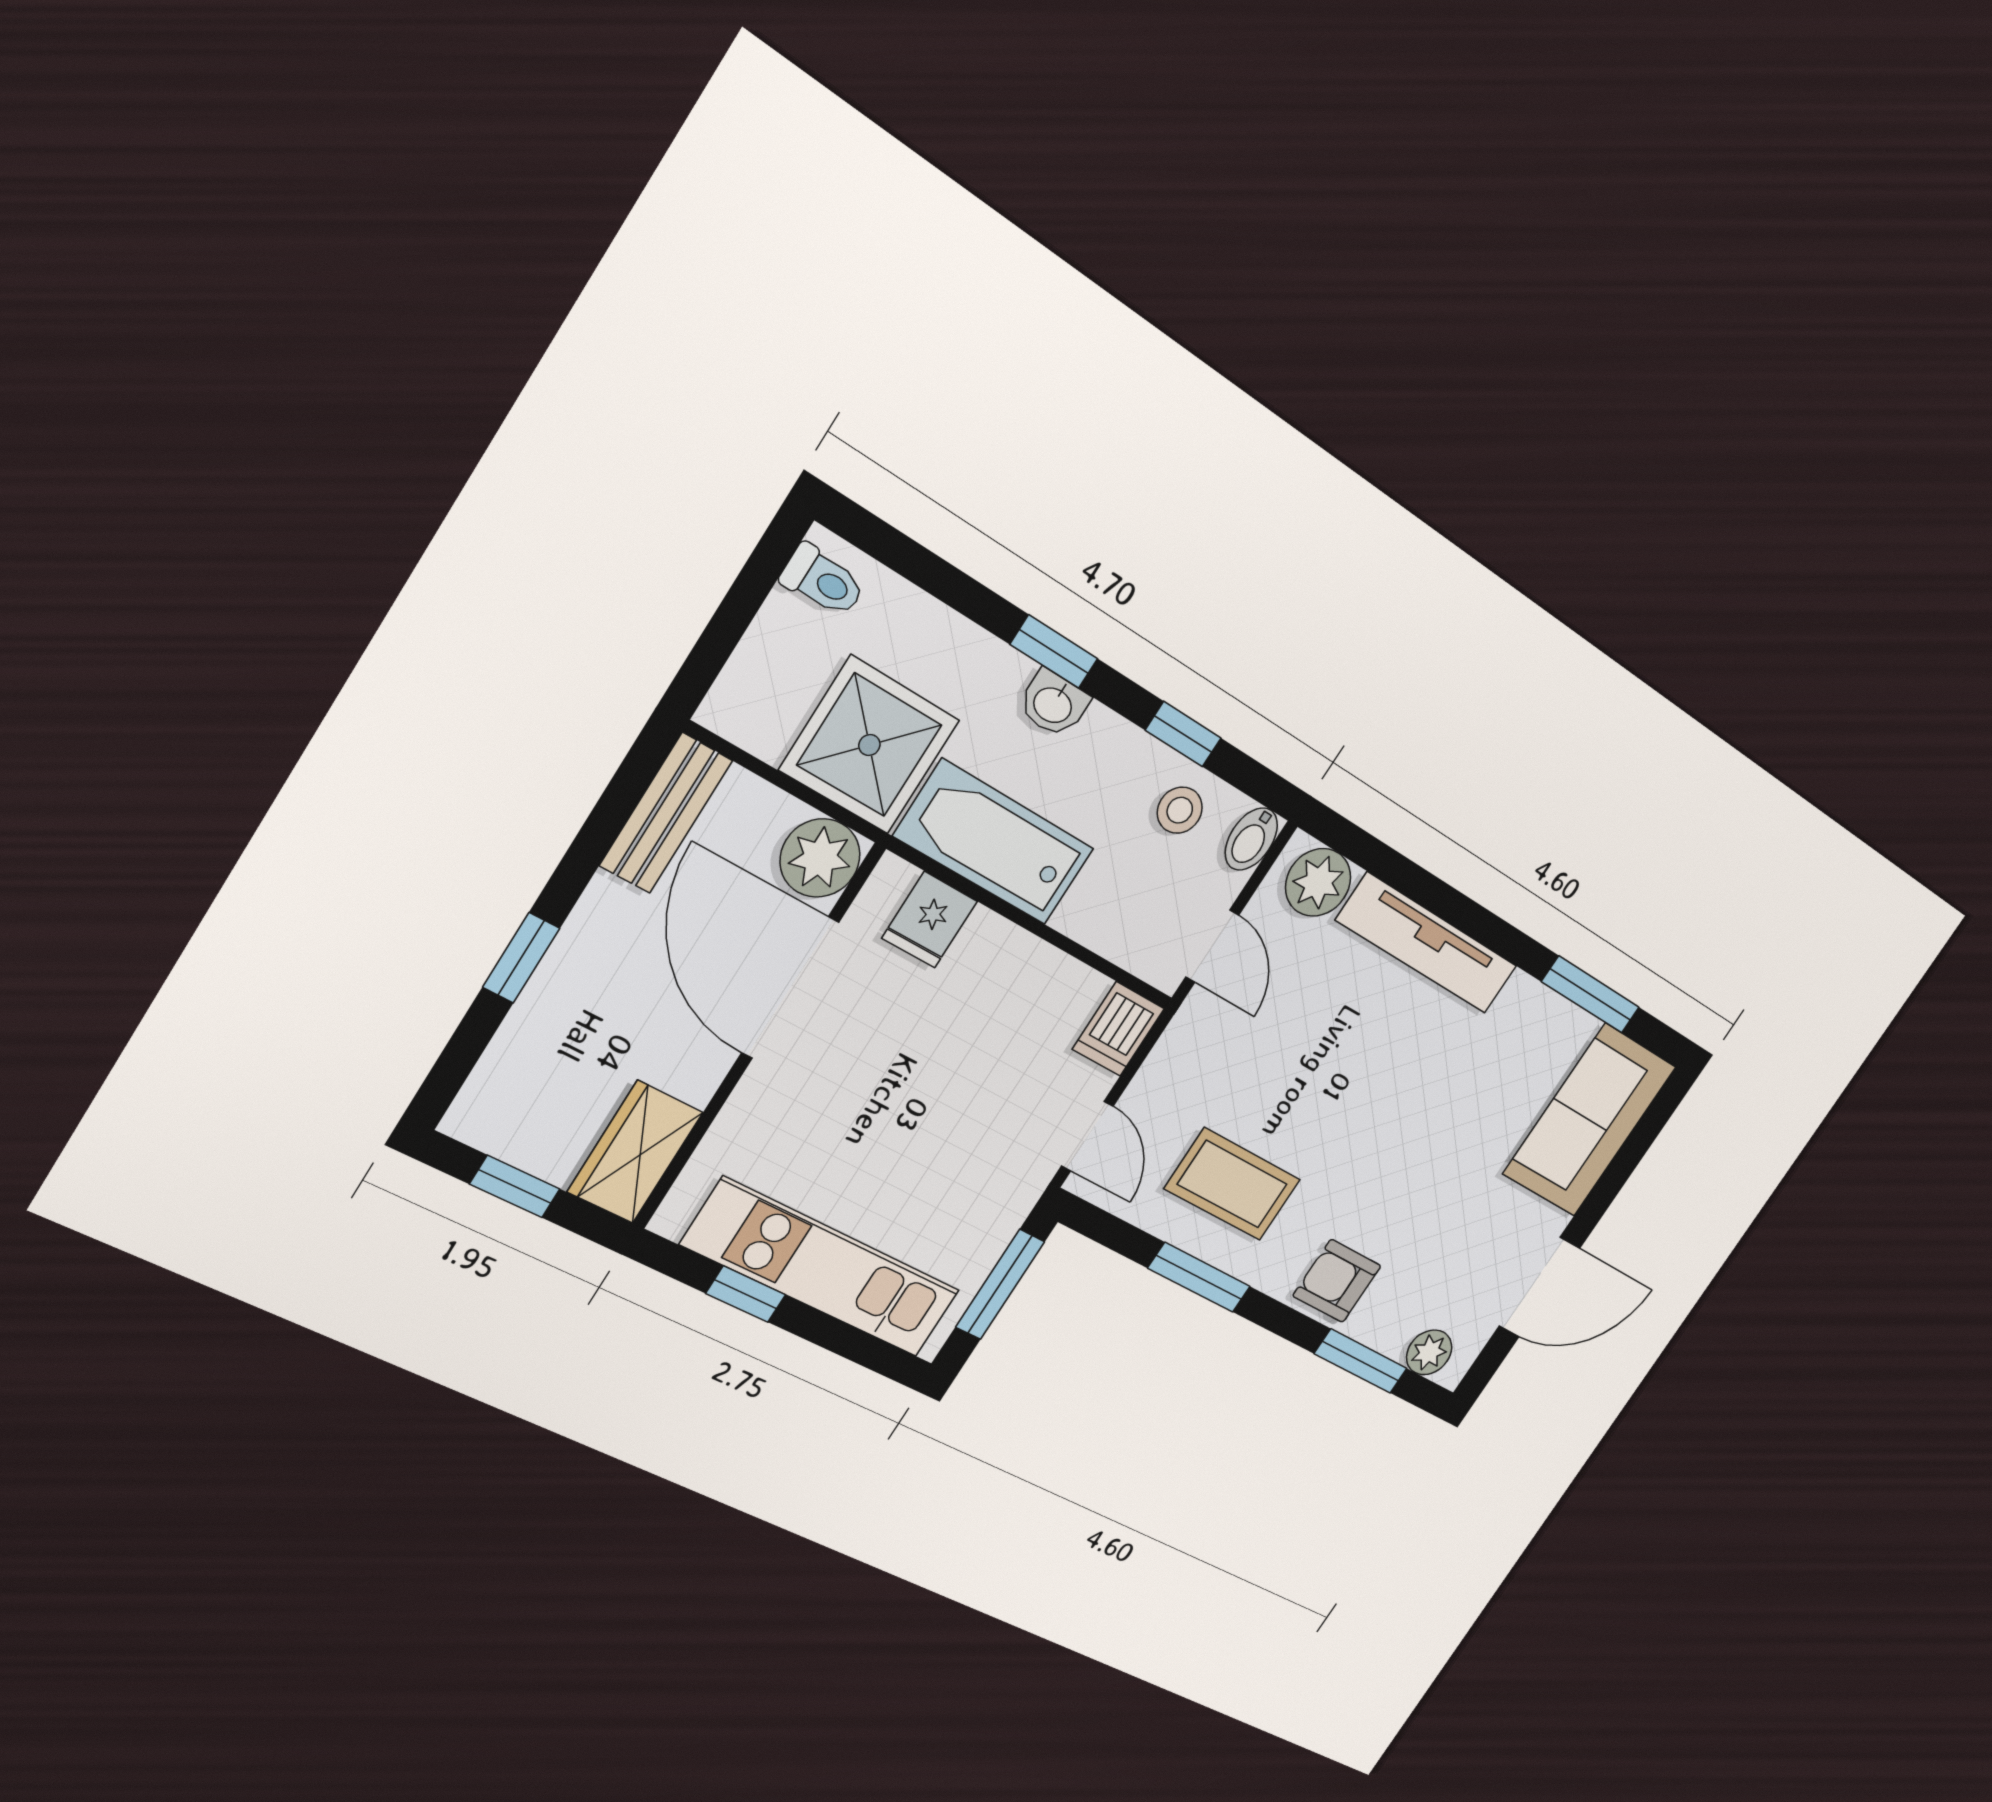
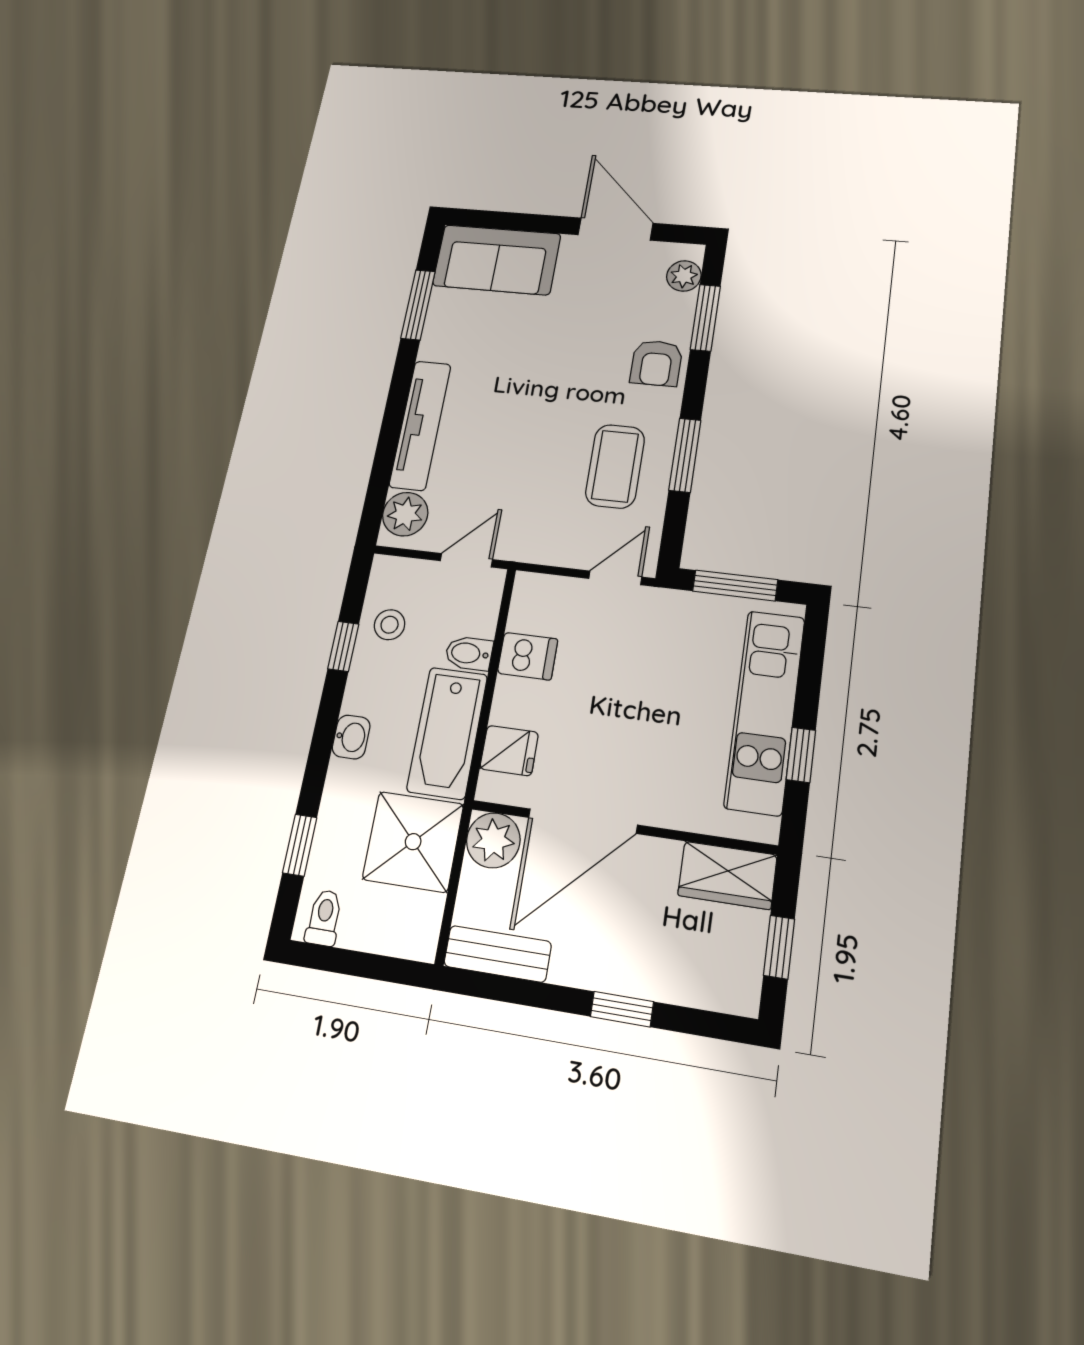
window: (1054, 652) -> (300, 845), moved
bidet: (1251, 839) -> (469, 653), moved, turned 180
dishwasher: (1118, 1029) -> (528, 656), moved

